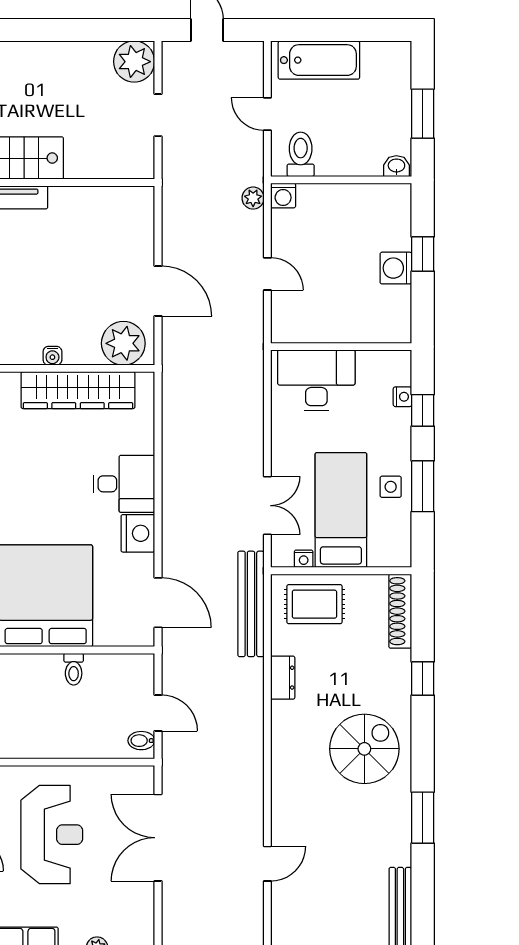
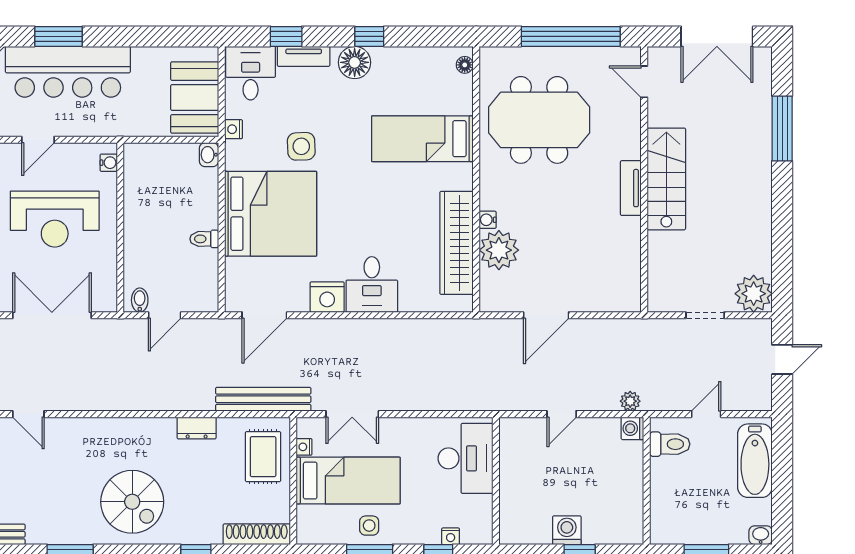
washbasin: (396, 166) -> (761, 535), moved, turned -90
plant: (123, 343) -> (499, 250), moved

